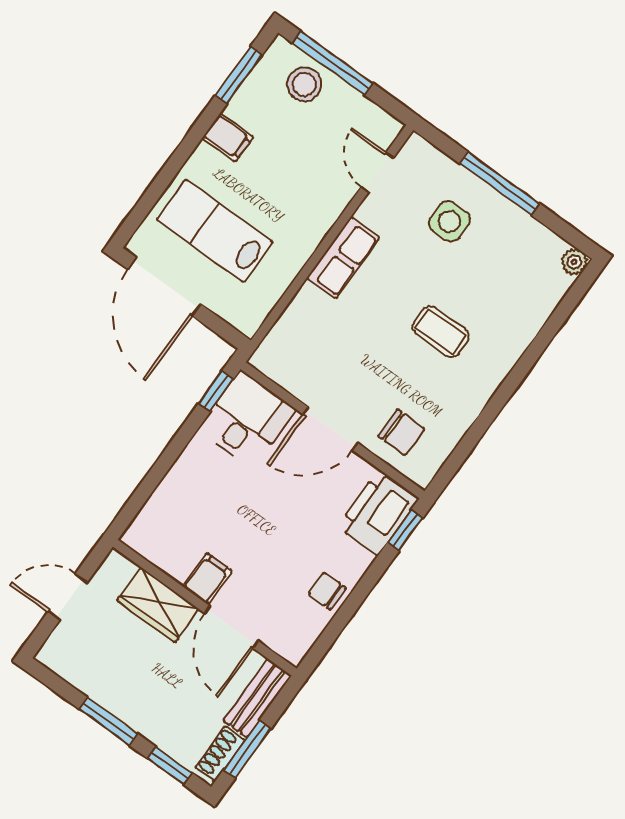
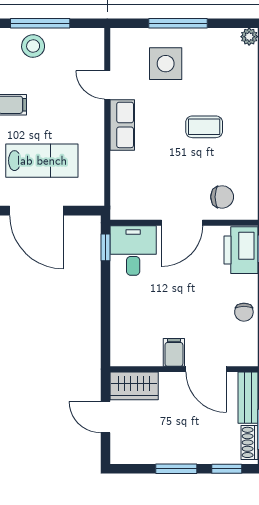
door: (377, 172) -> (107, 85), moved
side table: (449, 221) -> (166, 64), width x1.37, depth x1.37
lab bench: (215, 231) -> (42, 161), turned 180
chair: (327, 591) -> (244, 312), turned -90
door: (68, 597) -> (105, 417), hinge flipped
wardrobe: (158, 605) -> (134, 386), moved

